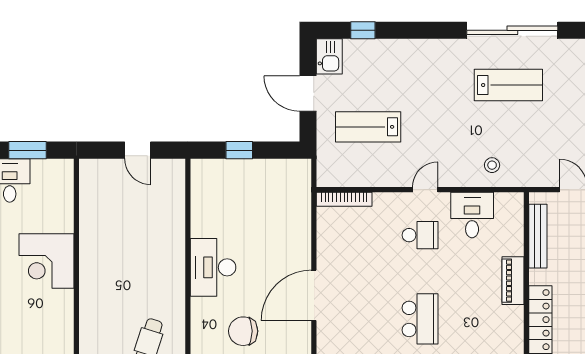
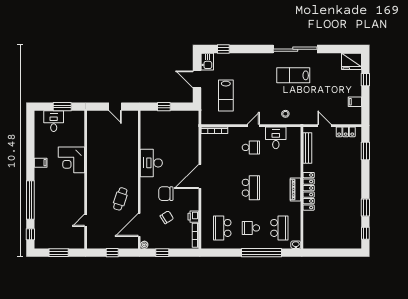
lab bench: (508, 85) -> (293, 75), turned 180
lab bench: (368, 127) -> (226, 95), turned -90
piano: (513, 281) -> (295, 189), moved

